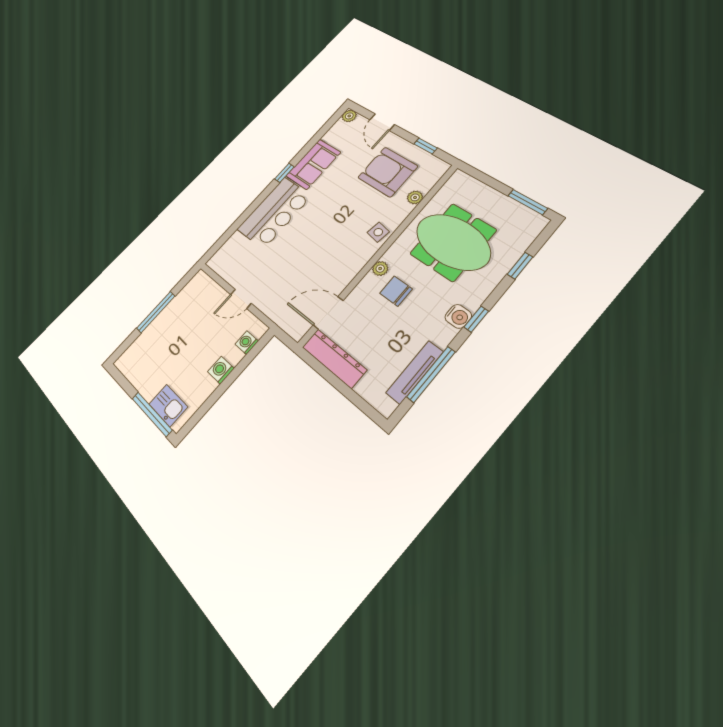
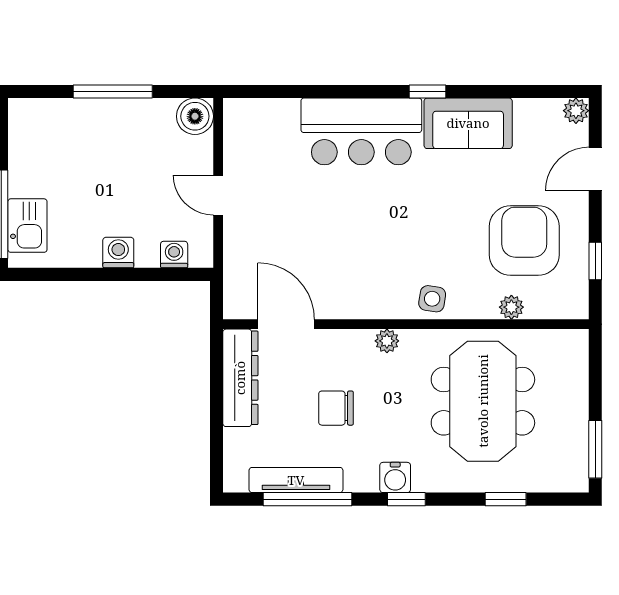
boiler: (200, 283) -> (195, 116), added
chair: (396, 291) -> (336, 408), moved, turned -90

